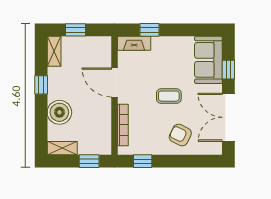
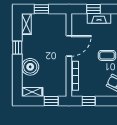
fireplace: (134, 43) -> (99, 18), moved
door: (114, 82) -> (69, 46), swing flipped

